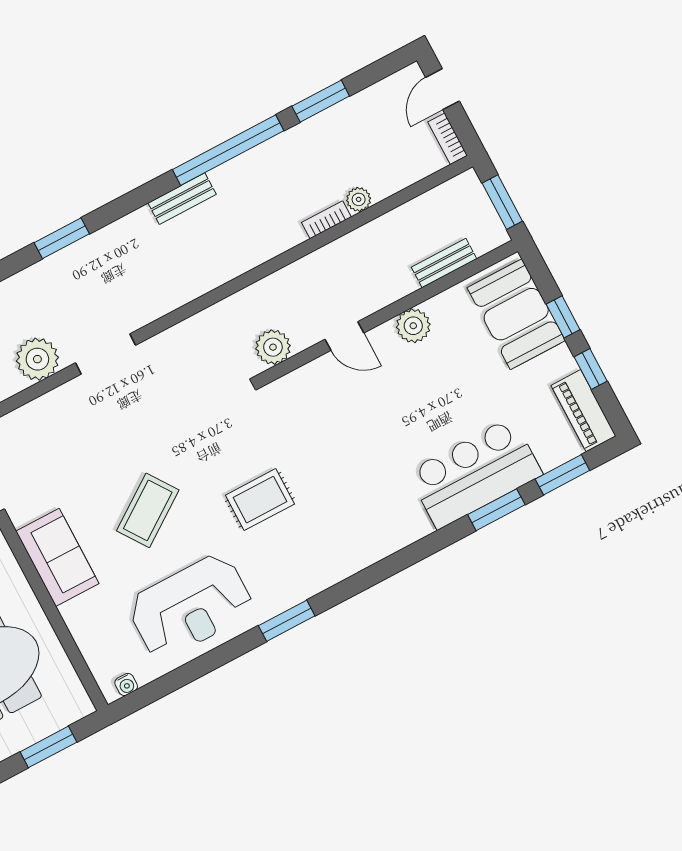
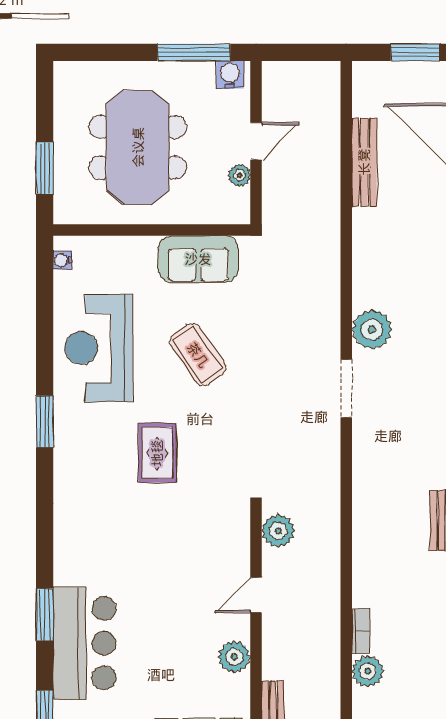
plant: (359, 199) -> (368, 671), width x1.38, depth x1.38
window: (496, 510) -> (45, 615), moved

